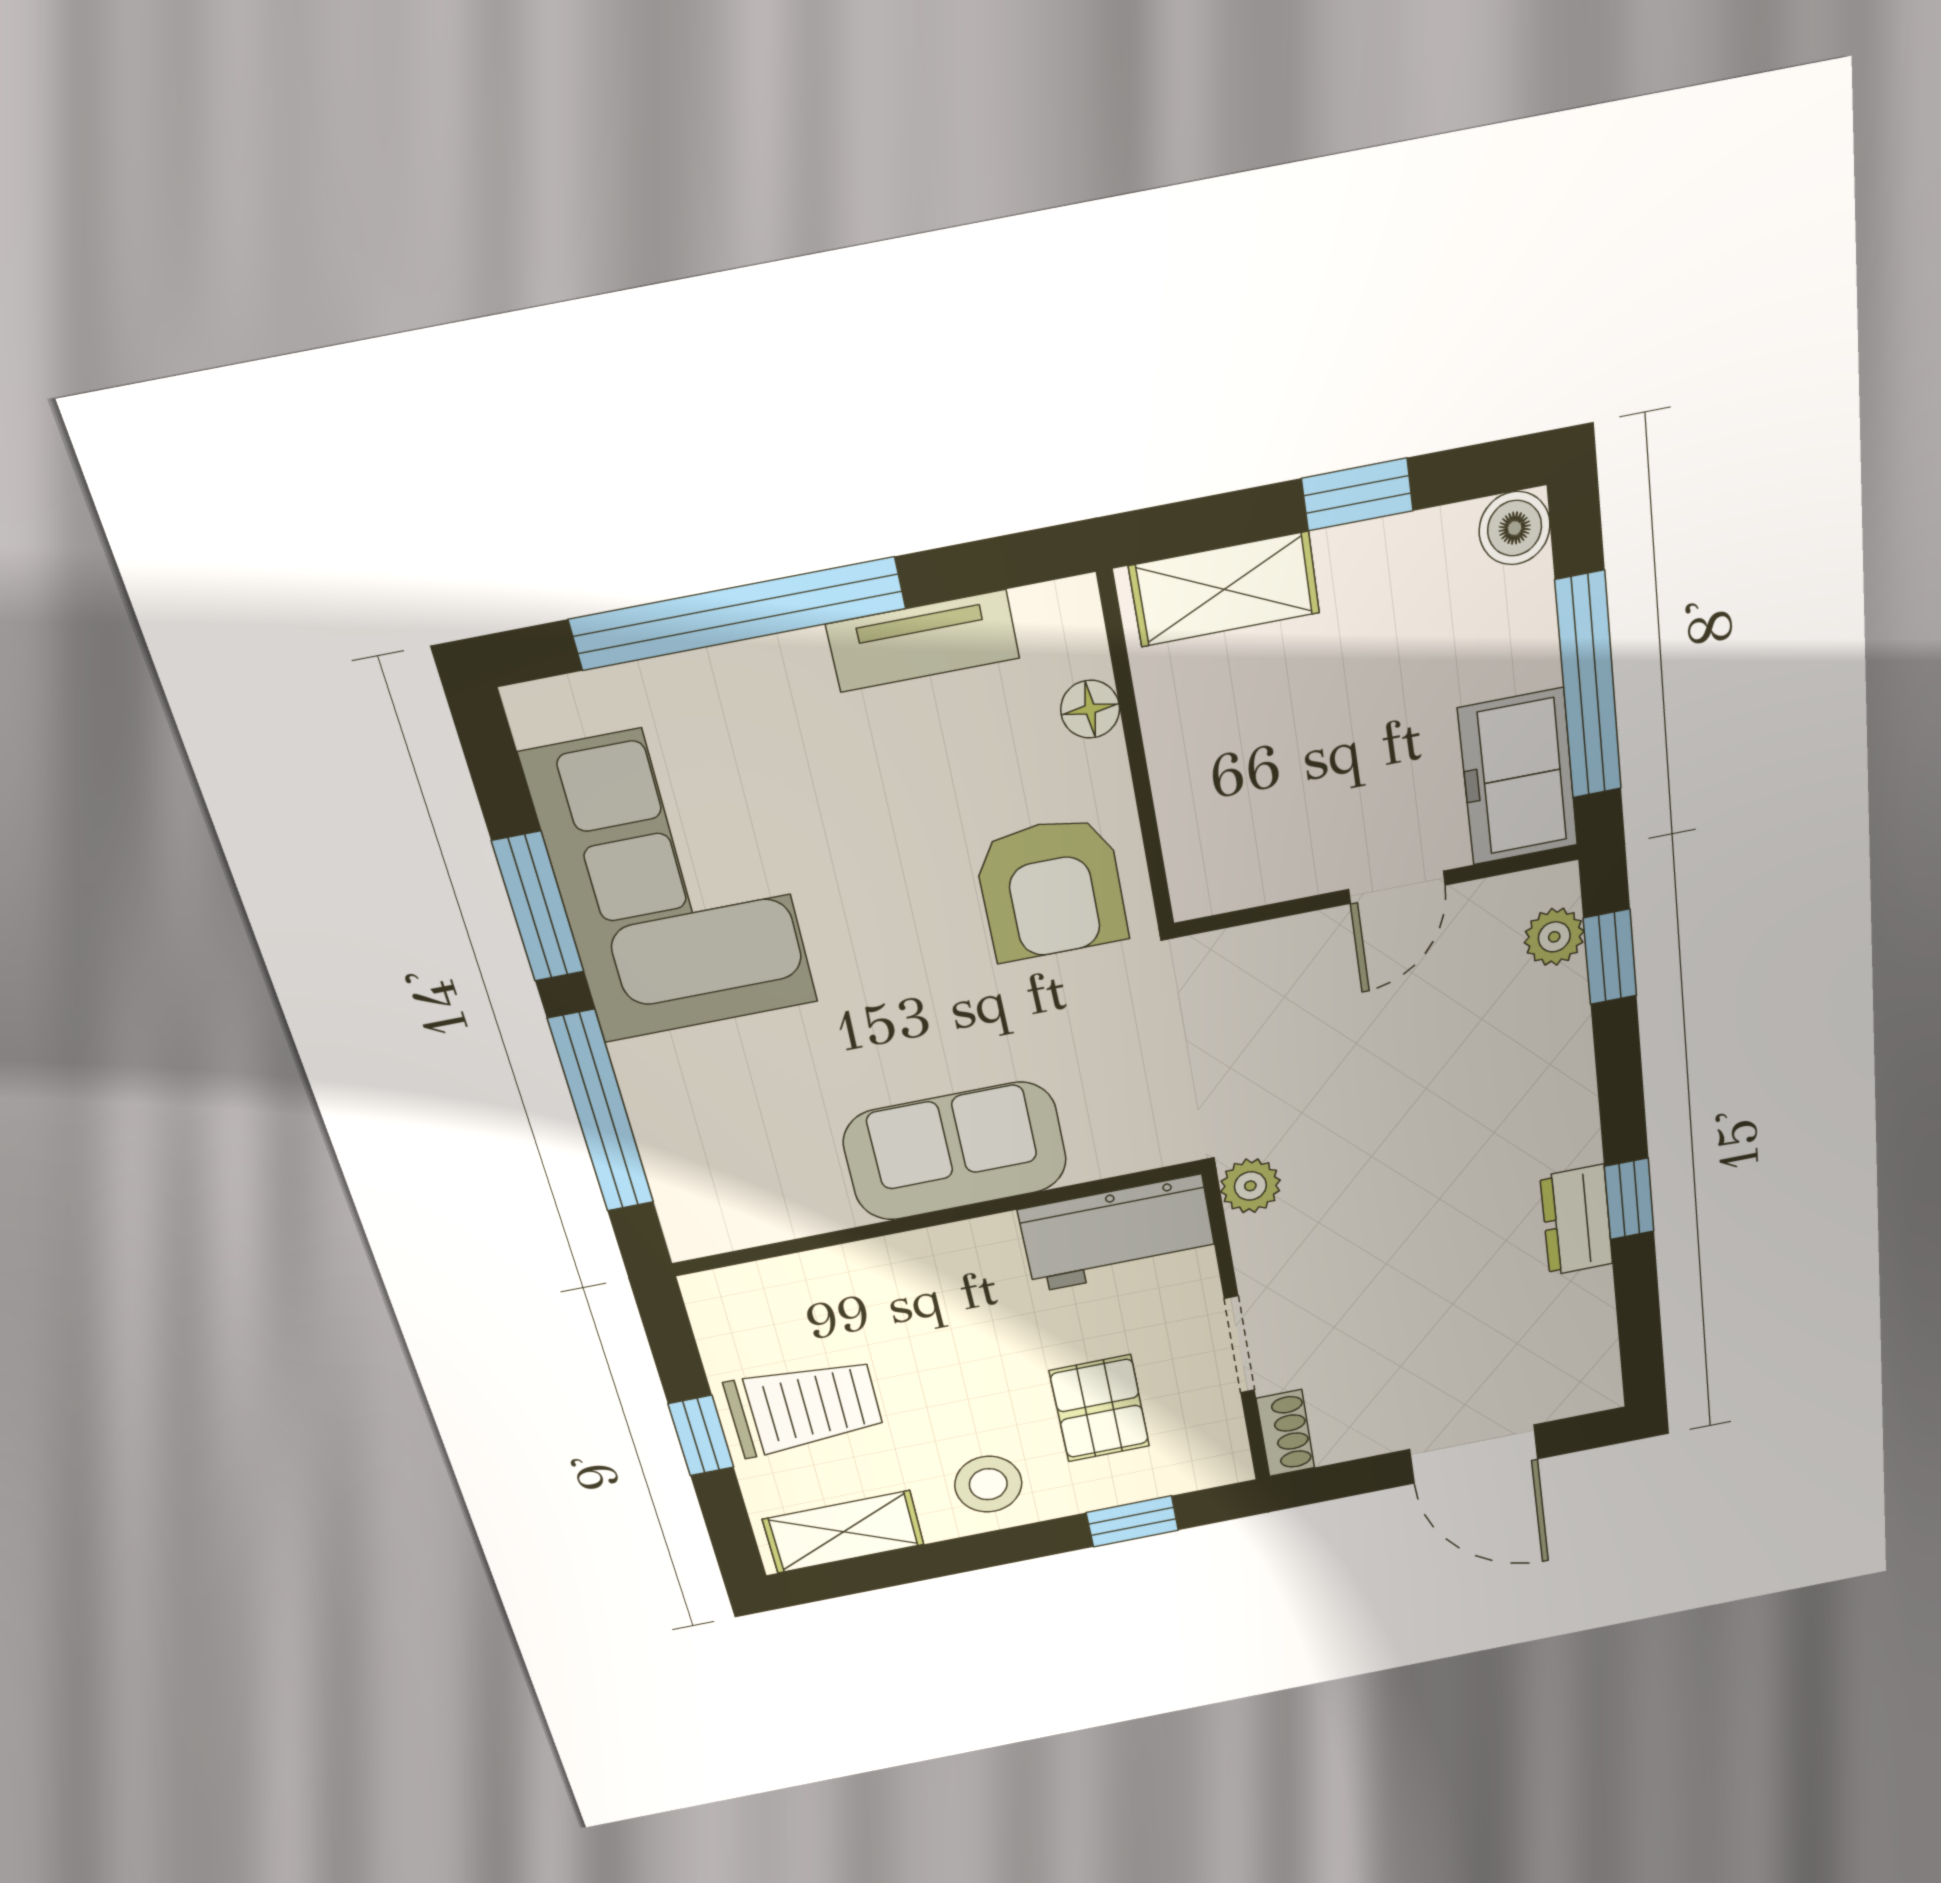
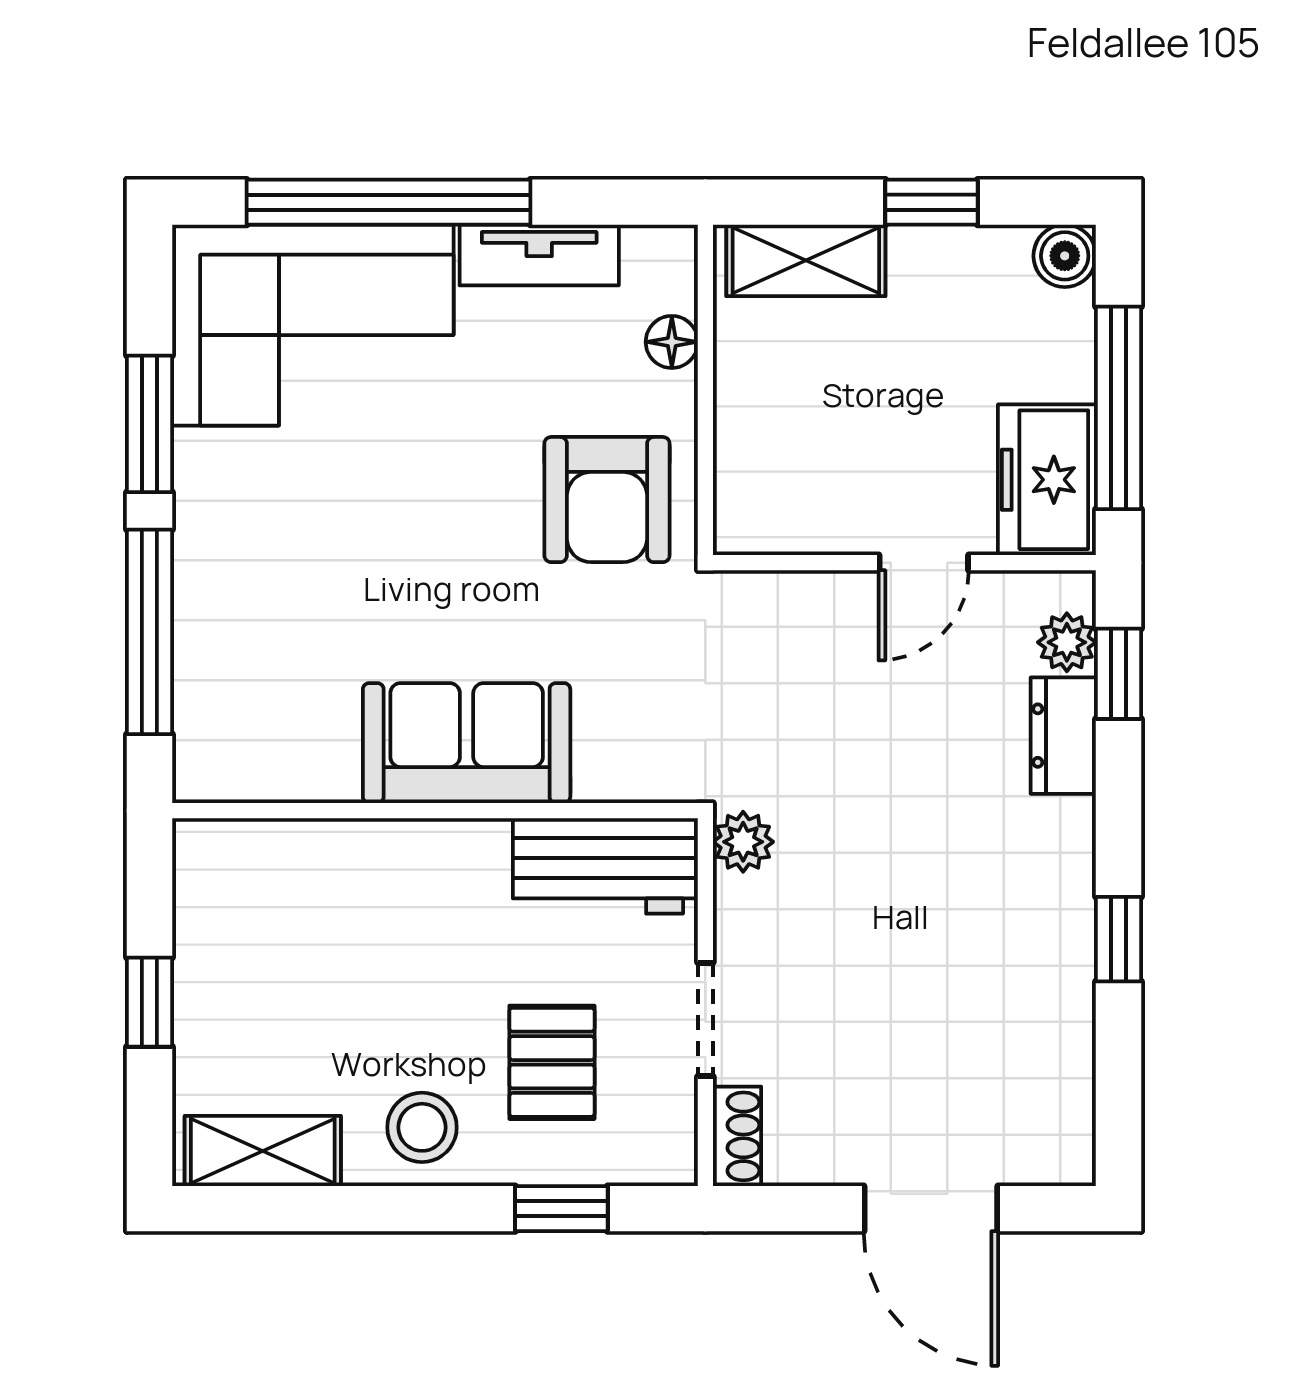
corner sofa: (672, 880) -> (313, 325), moved, turned 90
dresser: (1577, 1220) -> (1063, 736), moved
trolley: (804, 1407) -> (259, 993), removed

